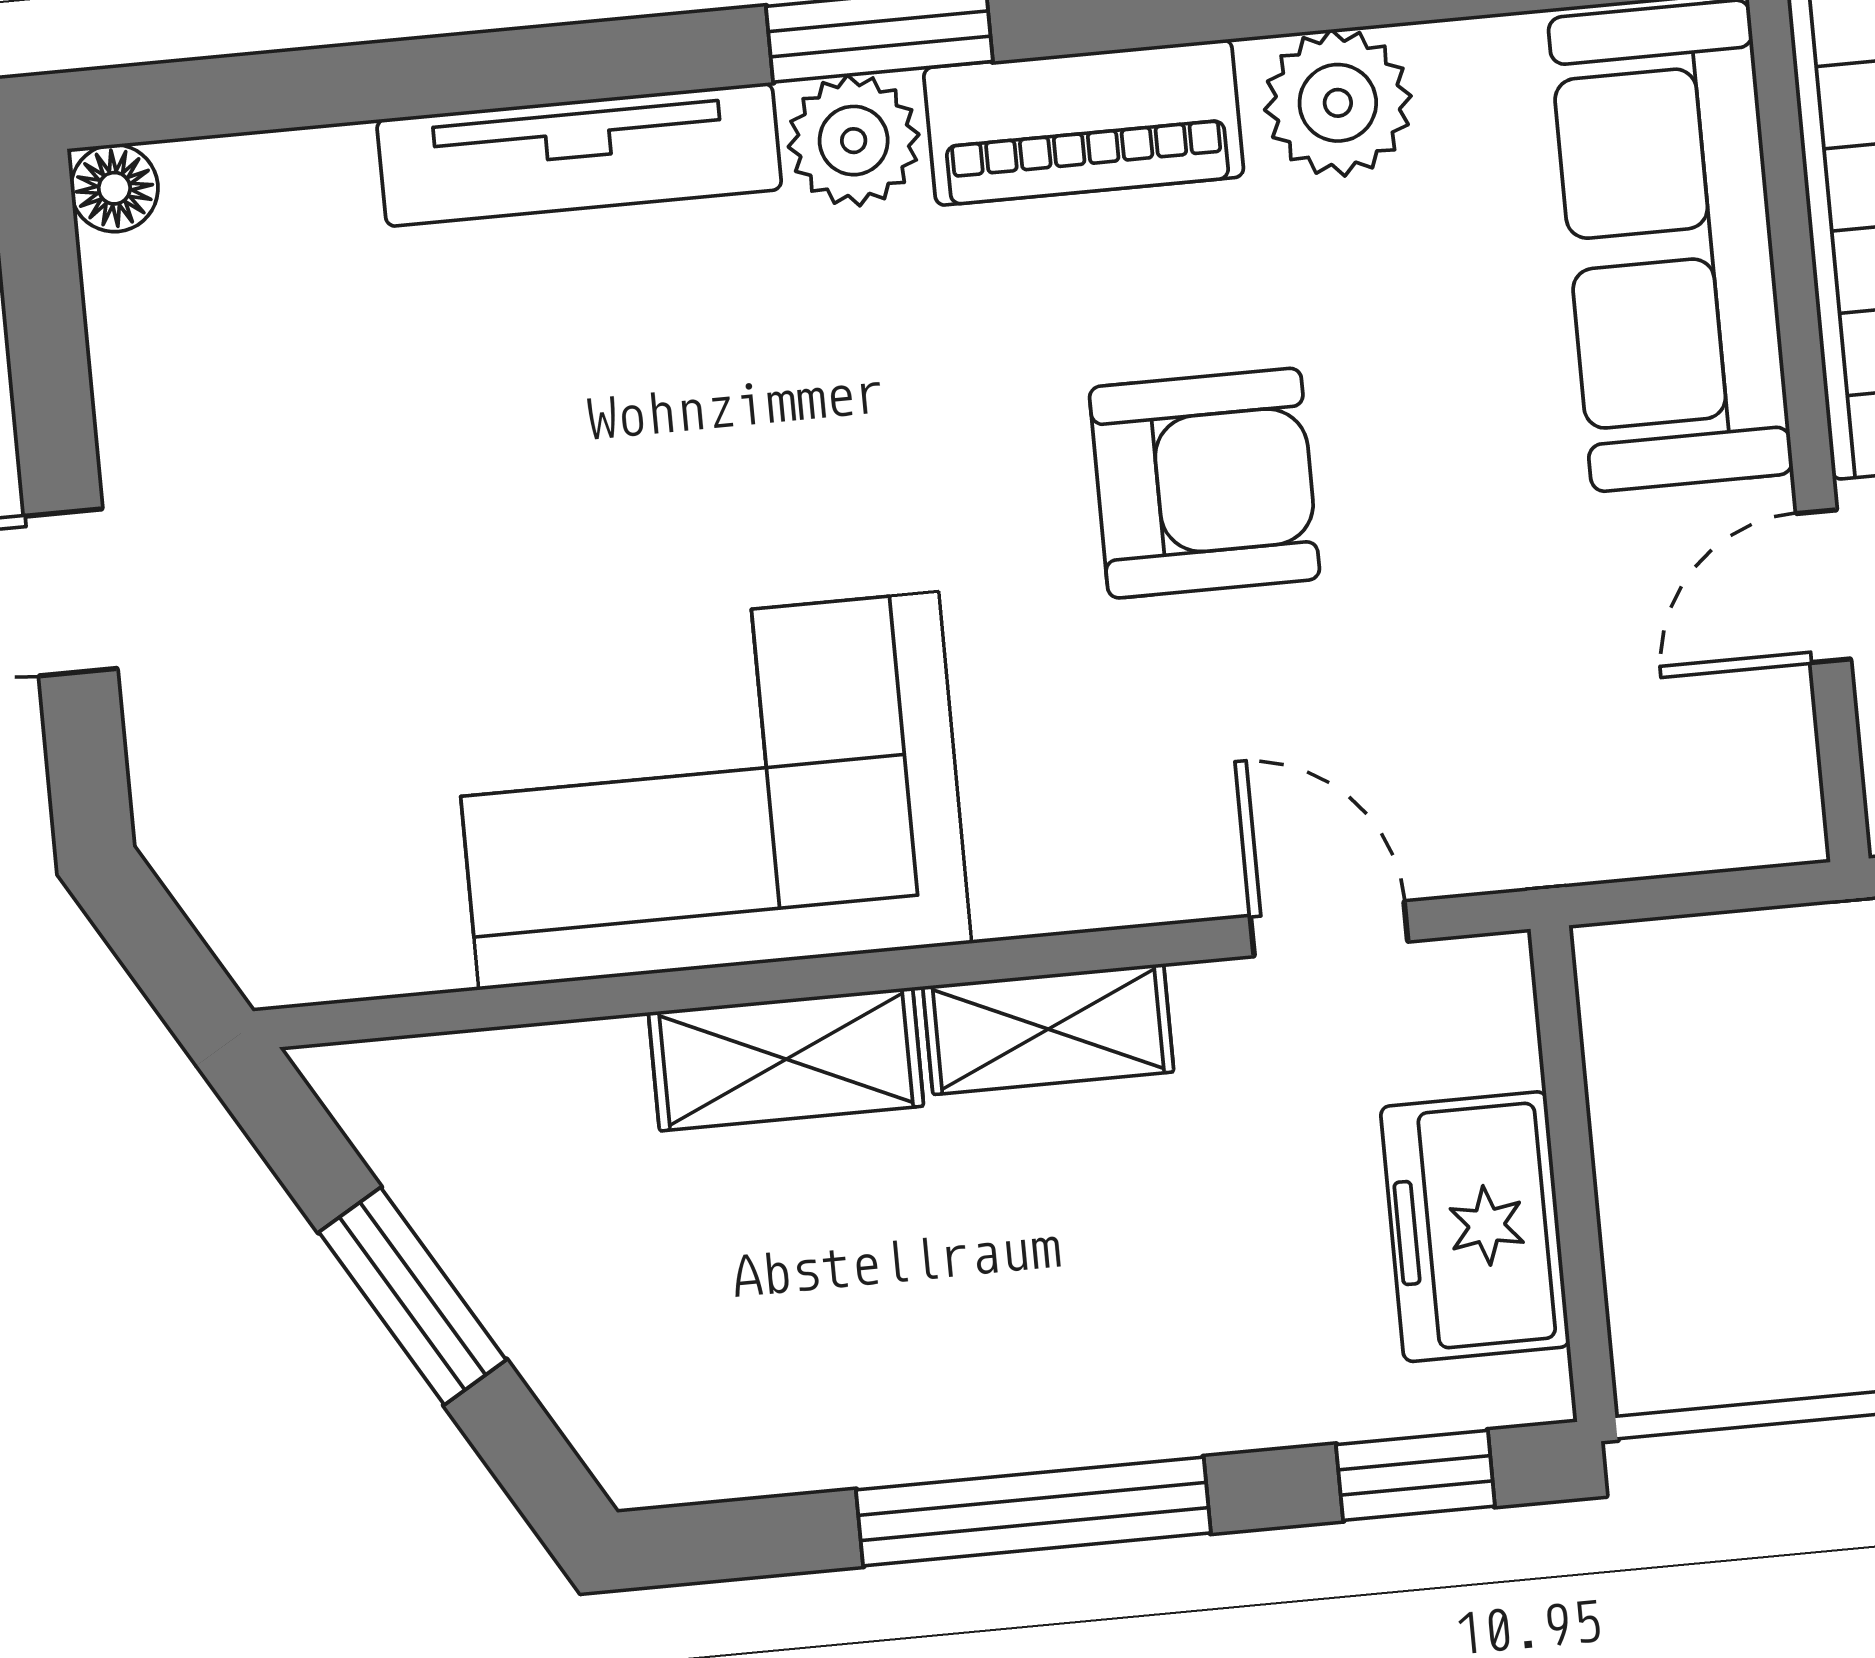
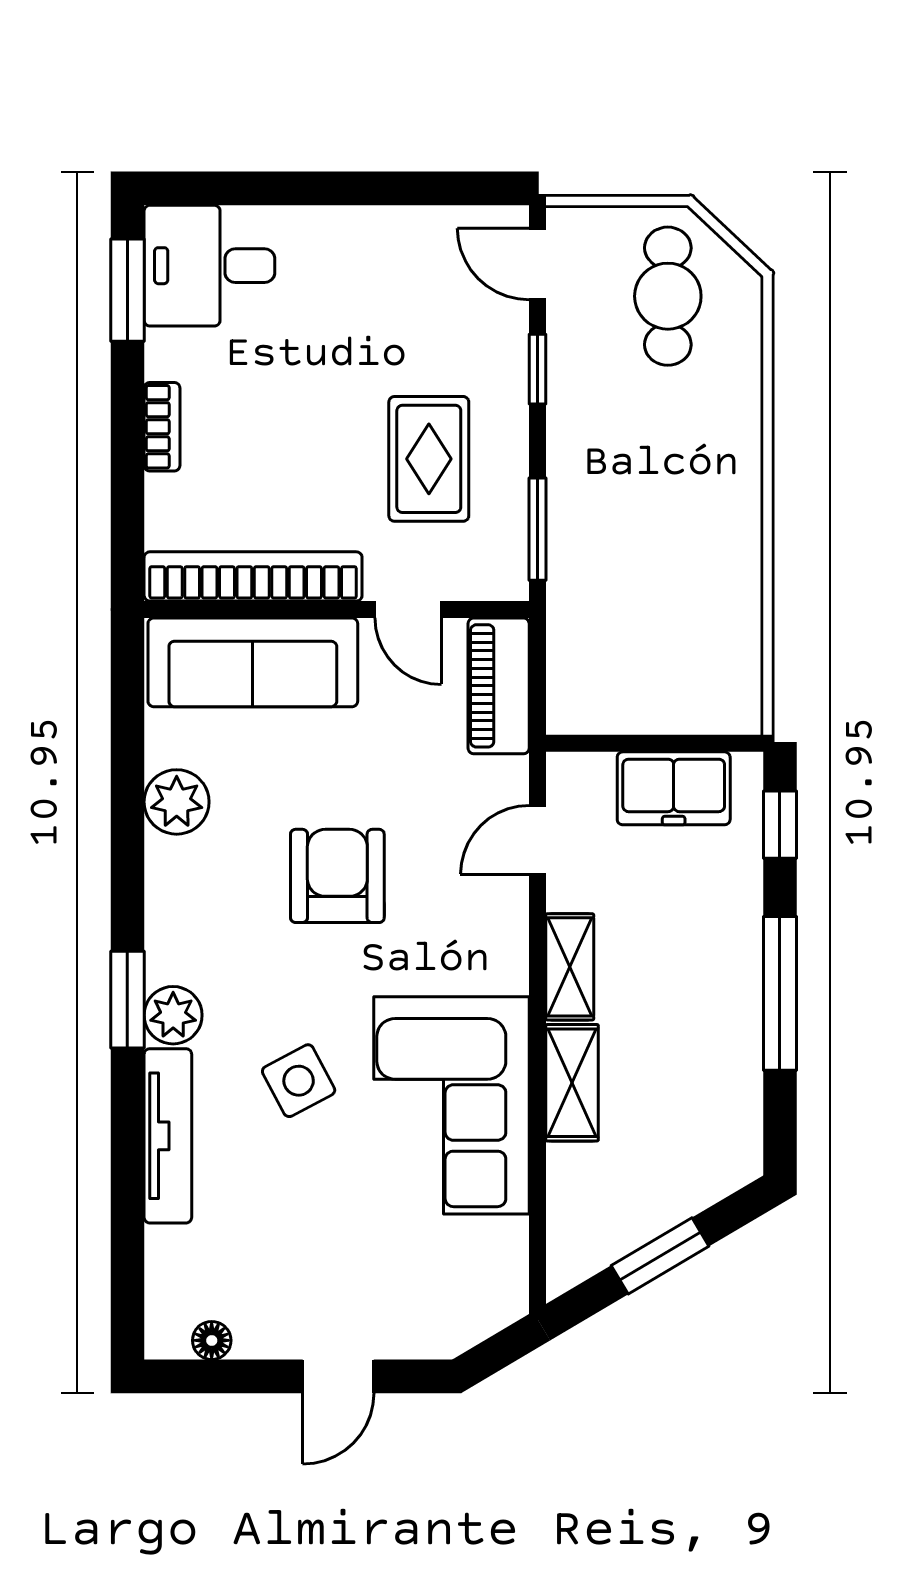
piano: (1084, 122) -> (499, 686), moved, turned 180
floor lamp: (114, 188) -> (212, 1340), moved
side table: (732, 439) -> (299, 1081), added

